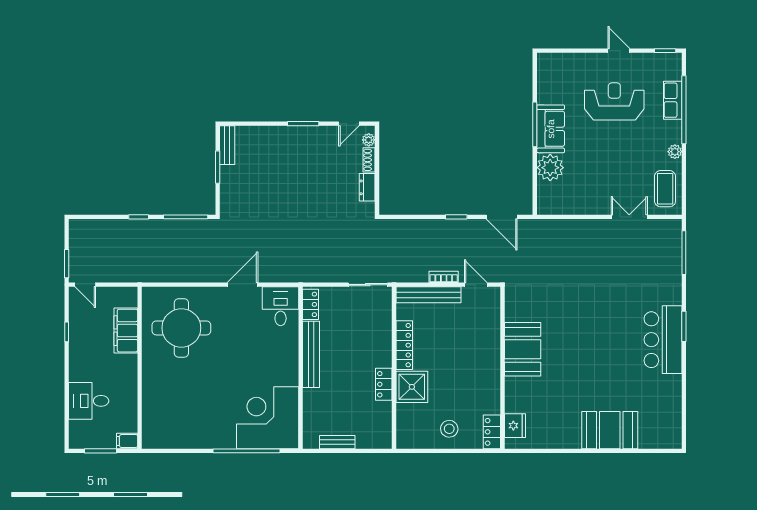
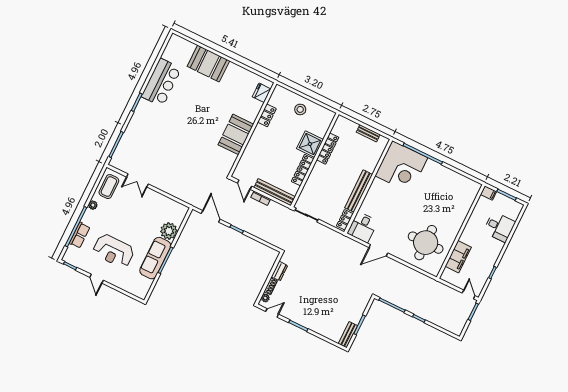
sofa: (551, 129) -> (155, 258), width x1.36
bar counter: (663, 340) -> (161, 82), moved
locker: (384, 384) -> (328, 149), width x1.53
locker: (492, 432) -> (267, 115), moved

